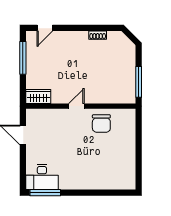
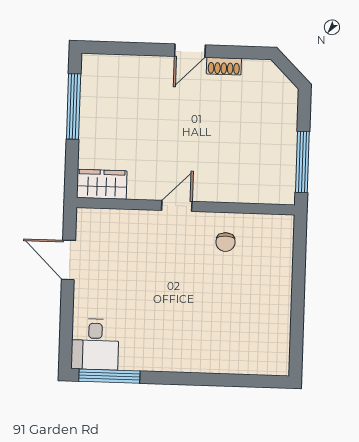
door: (45, 28) -> (190, 51), moved
chair: (101, 123) -> (225, 242), width x0.54, depth x0.54
desk: (42, 177) -> (95, 344), width x0.73

